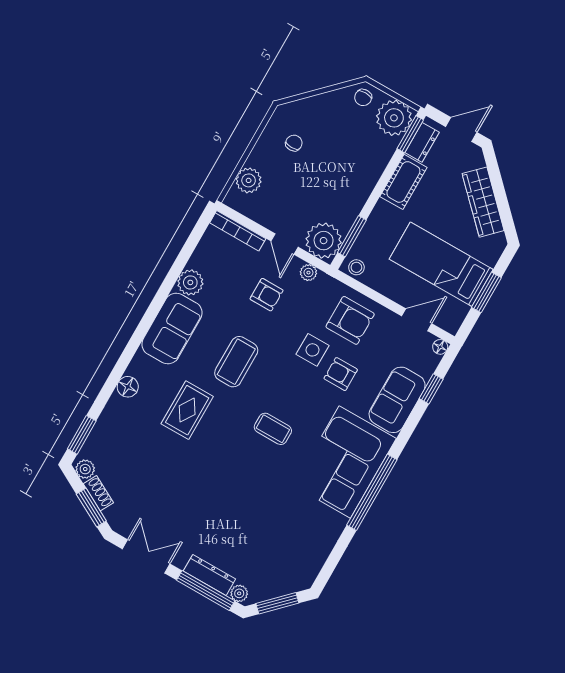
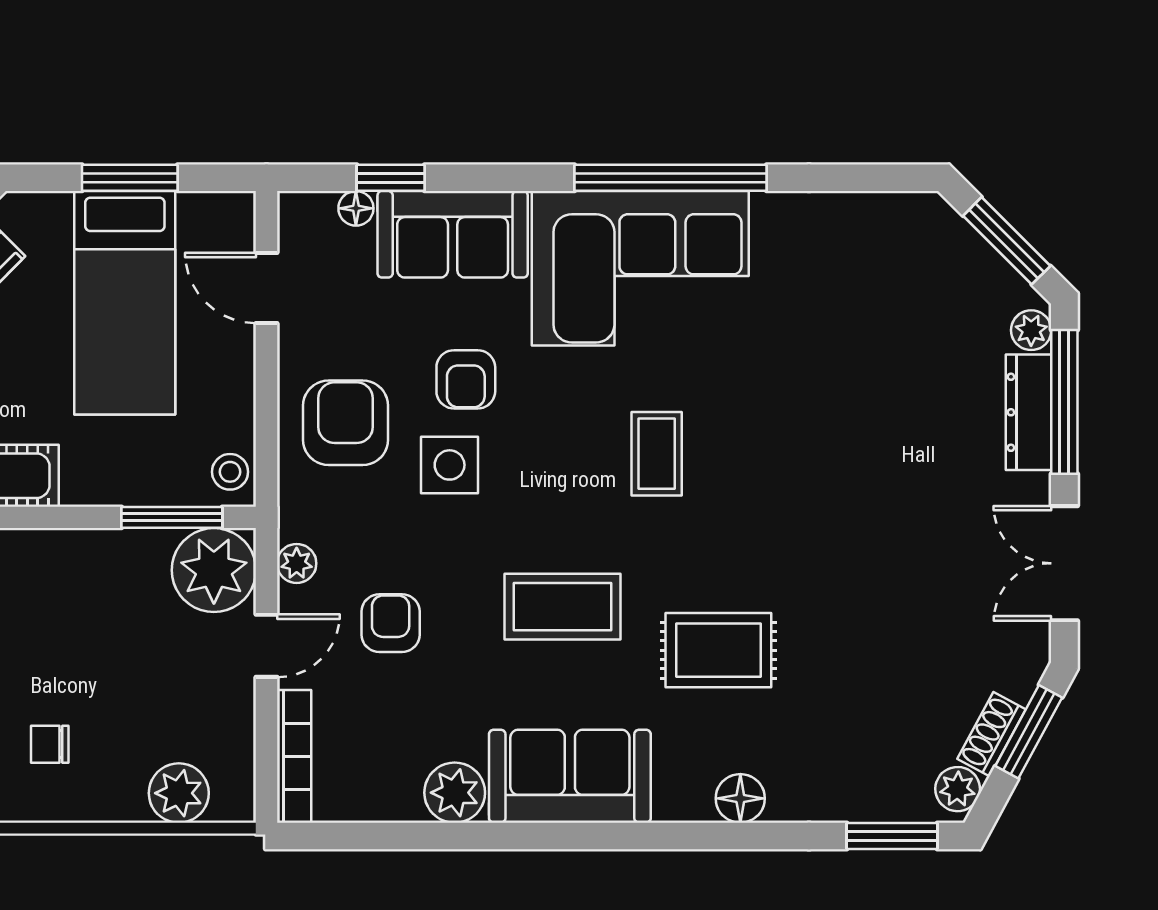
floor lamp: (440, 347) -> (356, 208), moved

